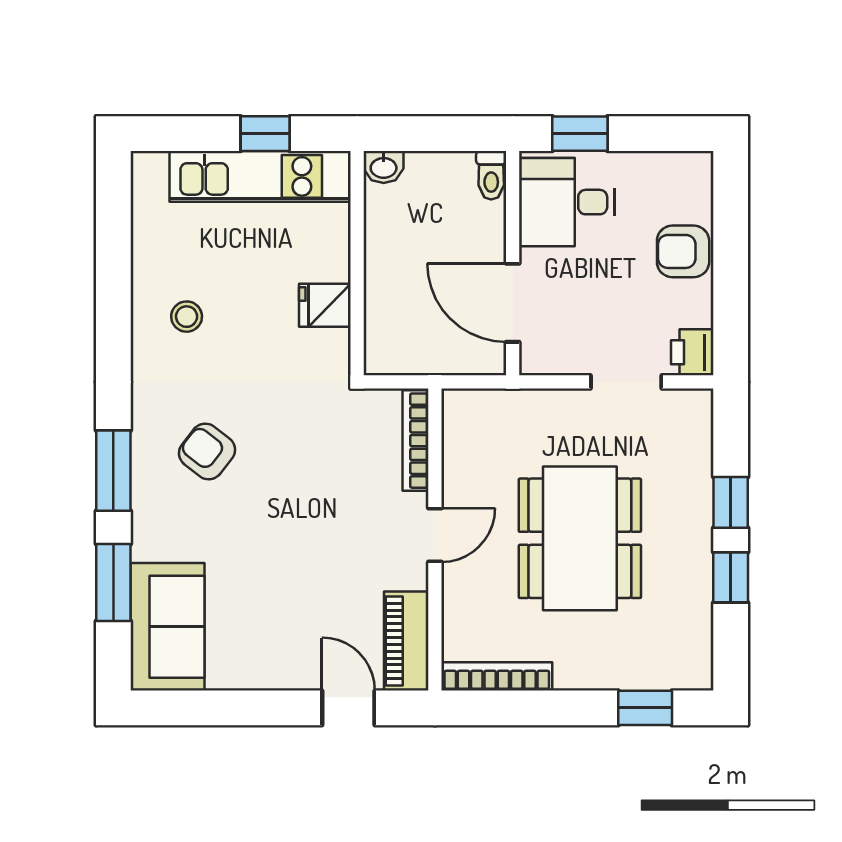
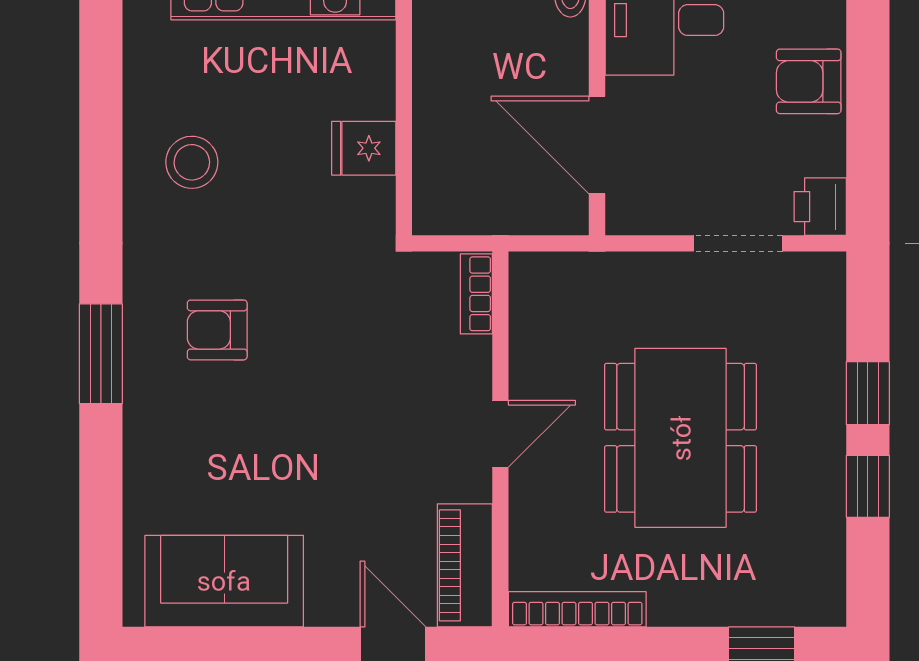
stool: (187, 317) -> (192, 162), width x1.37, depth x1.37
bookcase: (416, 441) -> (476, 294), width x0.64
armchair: (207, 451) -> (217, 330), turned -38
window: (113, 583) -> (101, 493), removed
sofa: (167, 627) -> (224, 581), moved, turned -90

